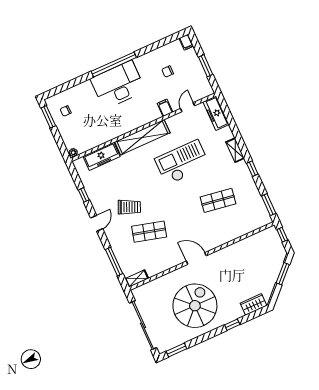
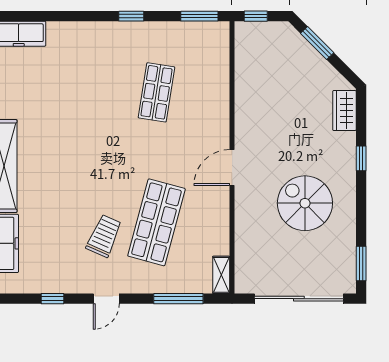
shelving: (235, 150) -> (90, 30), removed
checkout: (182, 162) -> (72, 121), removed
door: (97, 223) -> (106, 299), swing flipped
shop shelf: (149, 232) -> (156, 222), width x1.43, depth x1.36
spiral stairs: (195, 306) -> (305, 203), width x0.73, depth x0.73

